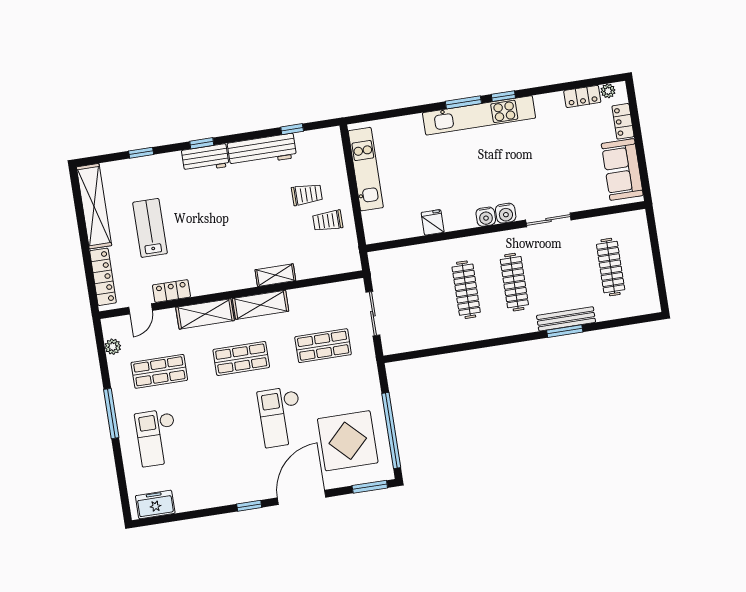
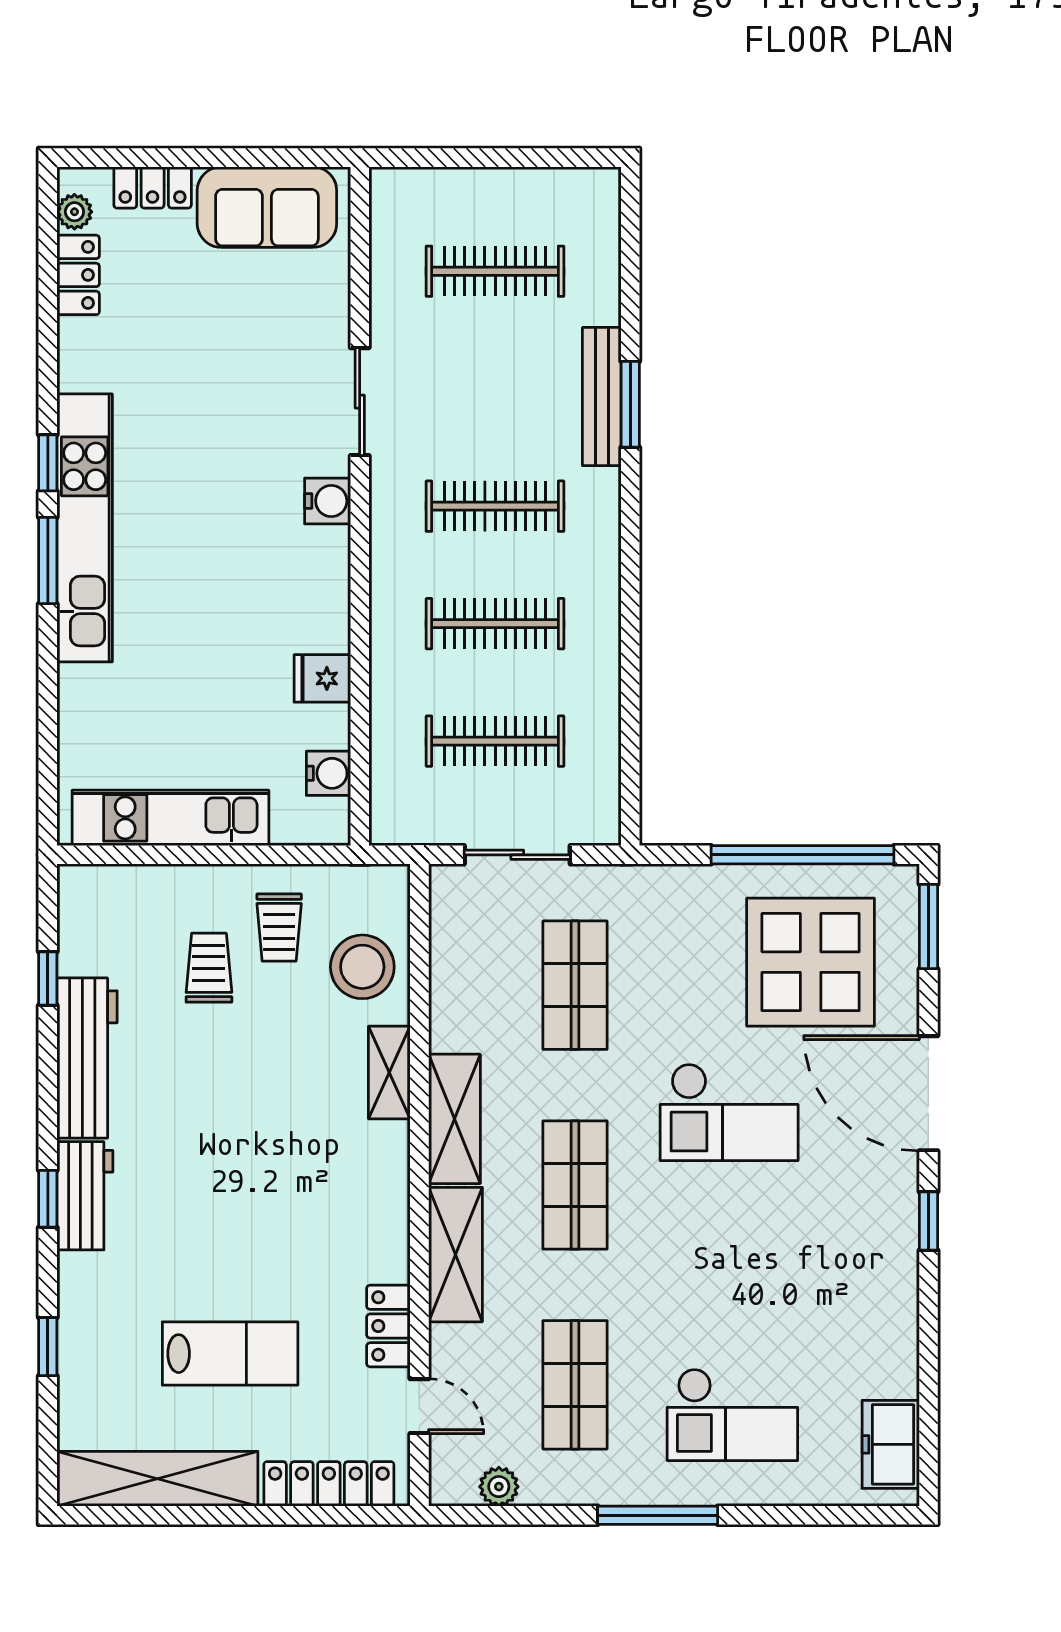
water cooler: (486, 217) -> (328, 773), moved
lab bench: (150, 228) -> (230, 1354), turned 180
stool: (317, 257) -> (362, 967), added
clothes rail: (418, 297) -> (495, 741), added

